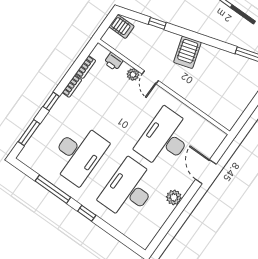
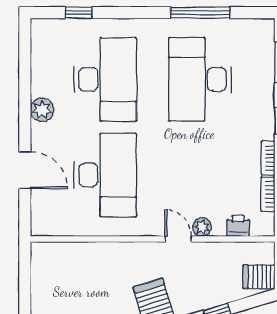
window: (87, 213) -> (79, 13), moved

